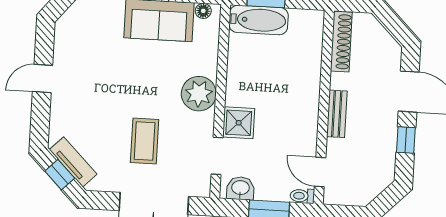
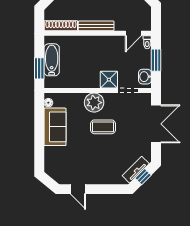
bathtub: (259, 20) -> (52, 60), moved
door: (43, 79) -> (78, 189), moved
bench: (337, 114) -> (96, 26), width x1.36
coffee table: (145, 141) -> (103, 127), moved

